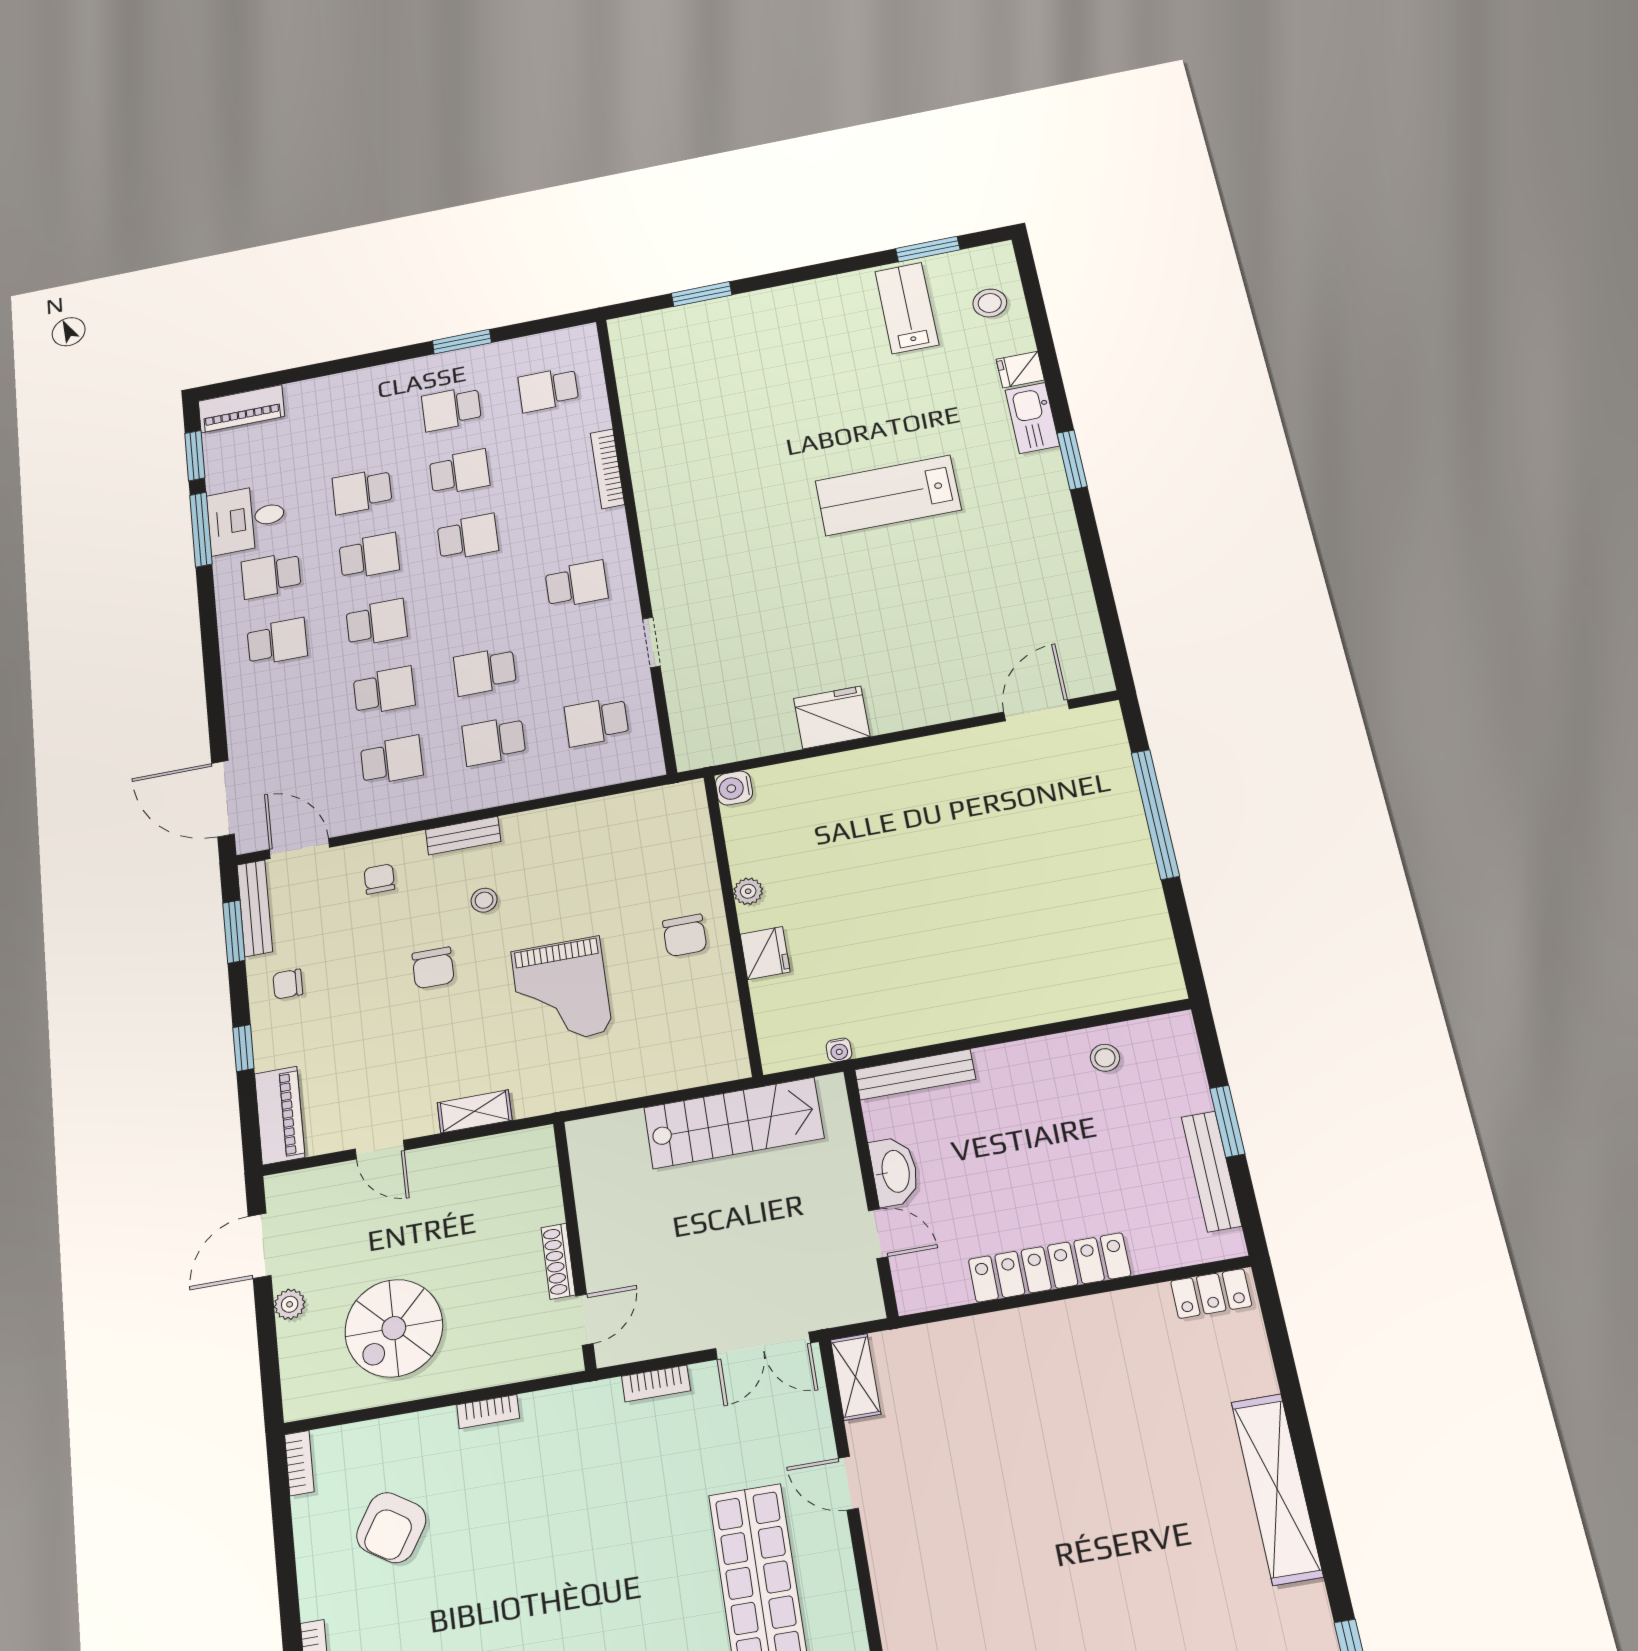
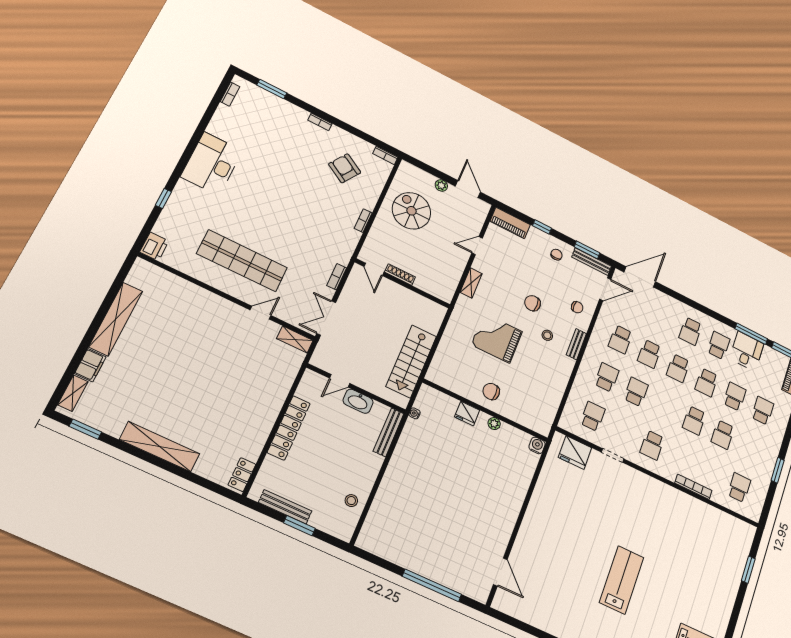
school desk: (451, 409) -> (763, 411), moved
fridge: (832, 717) -> (575, 453), moved, turned 90

